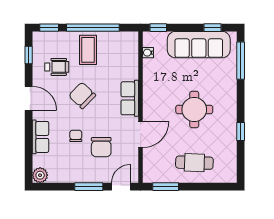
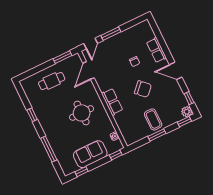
window: (93, 28) -> (157, 135), width x0.47
sofa: (199, 45) -> (90, 154), width x0.73
window: (241, 61) -> (49, 149), moved
wheelchair: (57, 67) -> (168, 99), removed
round table: (194, 110) -> (82, 113), moved
door: (141, 134) -> (89, 71), moved
chair: (101, 147) -> (115, 62), removed
plant: (40, 175) -> (187, 112), moved

